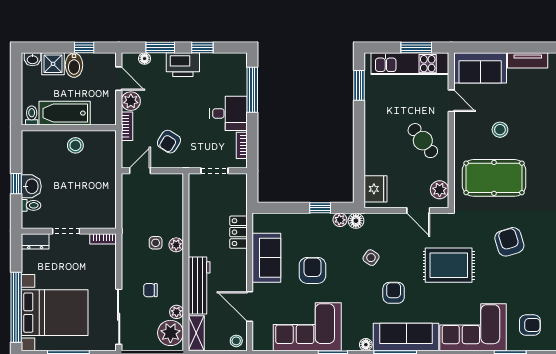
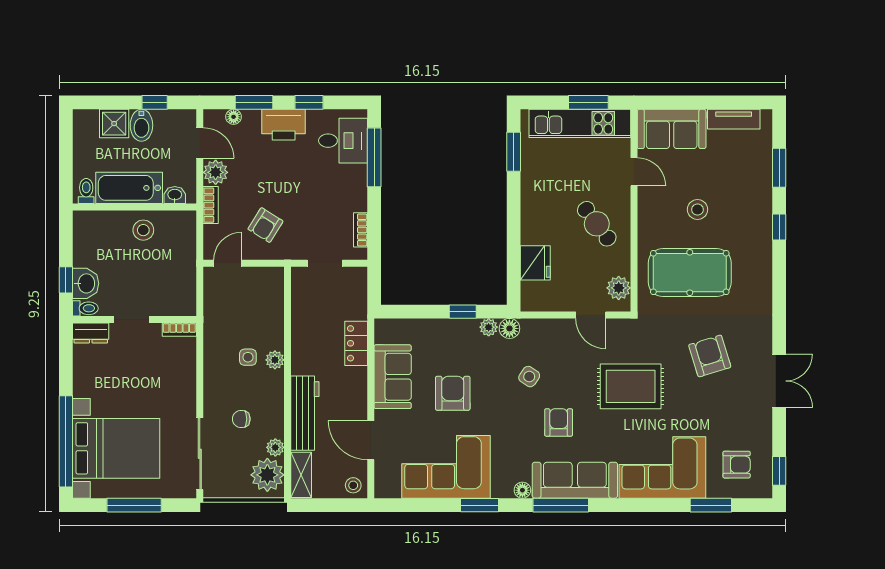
washbasin: (32, 59) -> (175, 195), moved, turned 180
desk: (228, 113) -> (343, 141), moved
fridge: (376, 189) -> (535, 263), moved
doorway: (66, 231) -> (131, 319), moved
wall: (69, 231) -> (135, 319), moved
bookcase: (103, 239) -> (179, 330), moved
dresser: (35, 241) -> (91, 333), moved

